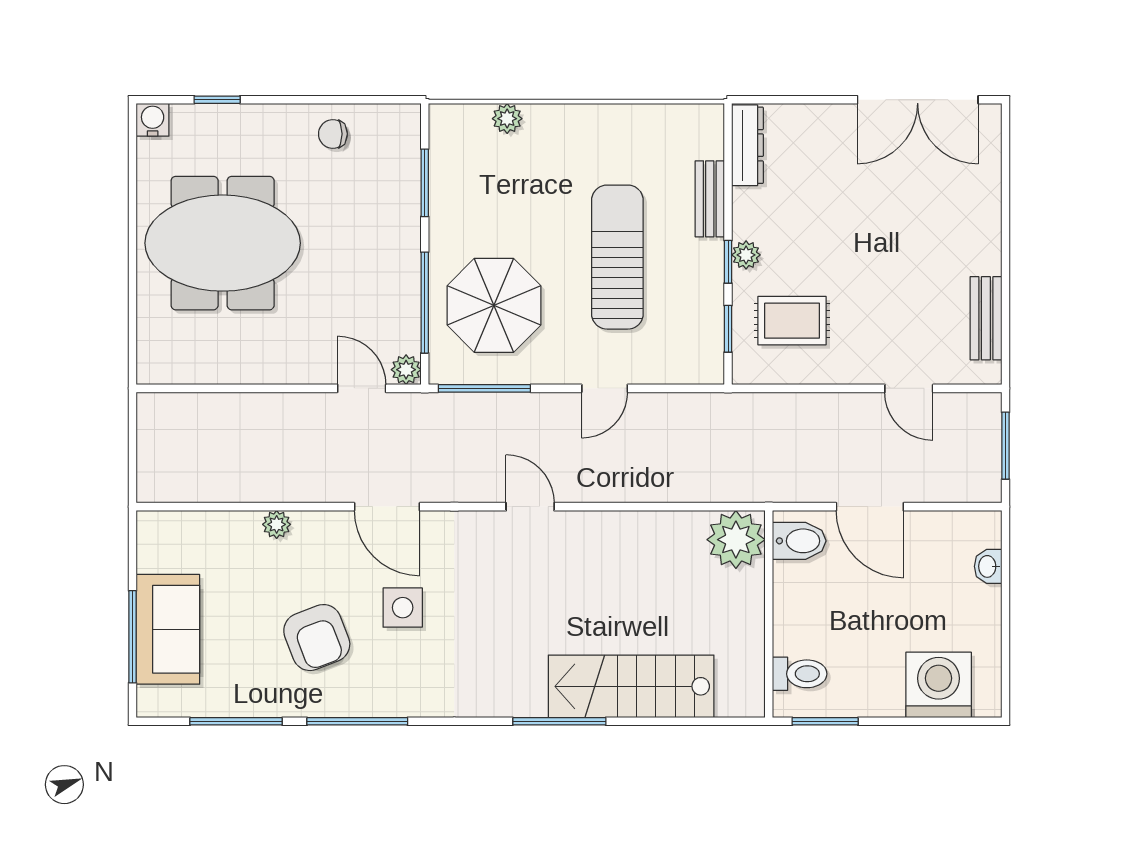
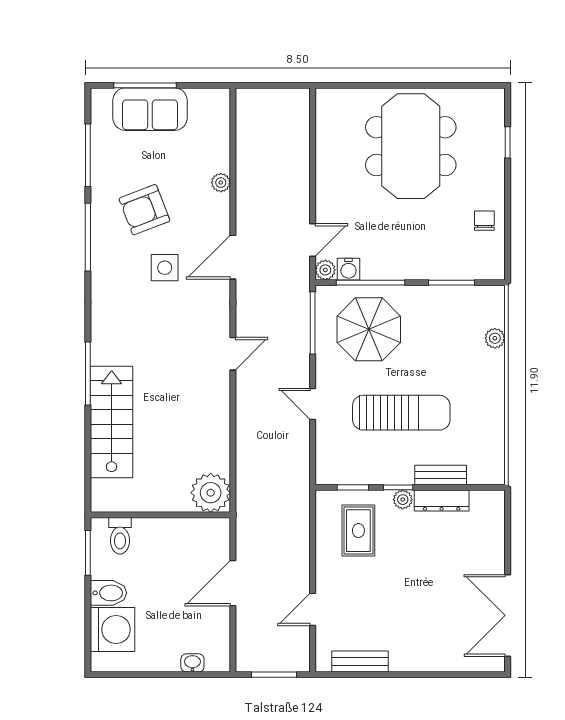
water cooler: (153, 120) -> (348, 269), moved, turned 90
dresser: (748, 145) -> (442, 501), moved
bidet: (799, 541) -> (109, 593), moved, turned -90

